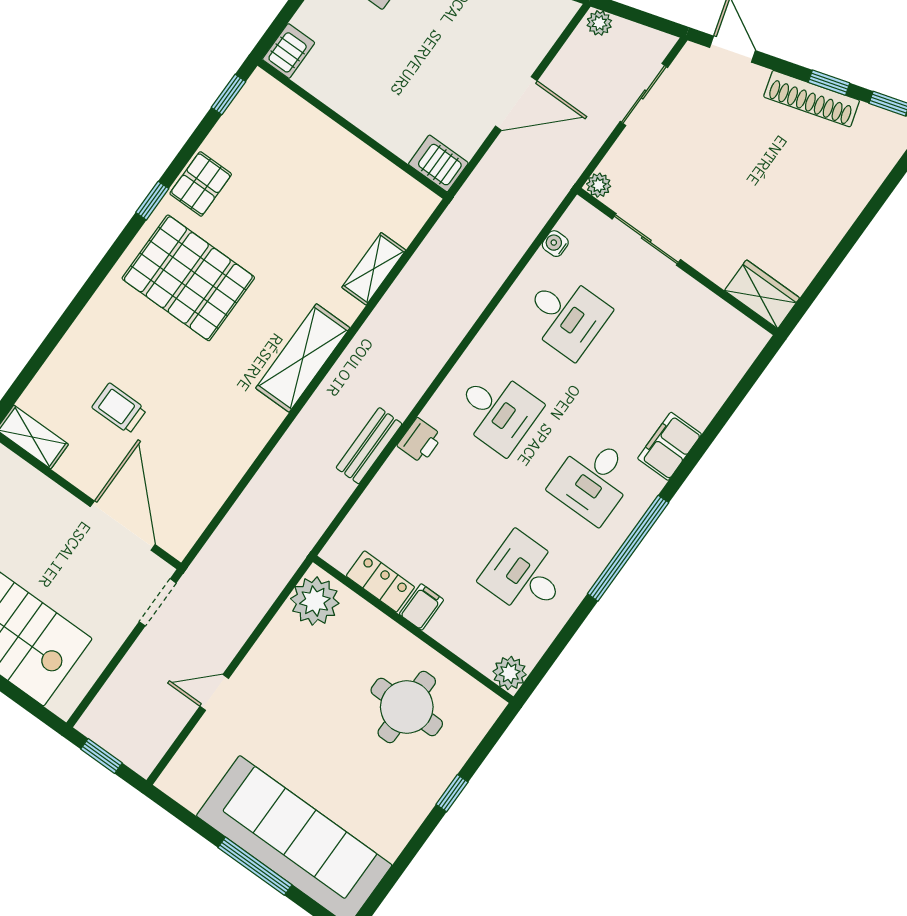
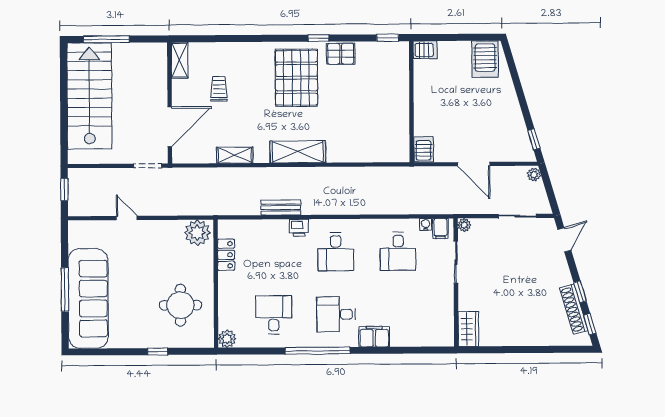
shoe rack: (812, 99) -> (574, 309), moved
shelving: (374, 269) -> (235, 155), moved
filing cabinet: (421, 607) -> (440, 229), moved, turned 90

